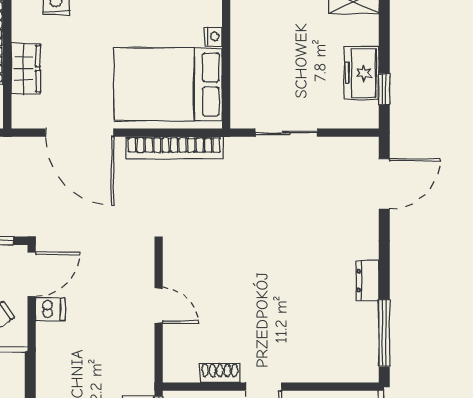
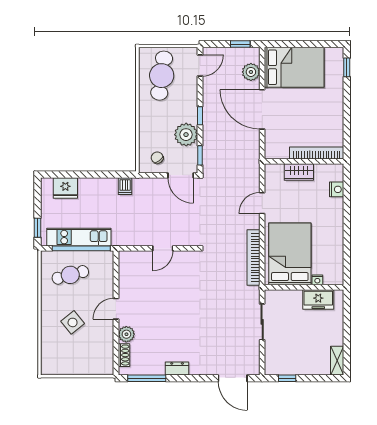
freezer: (362, 73) -> (318, 300), moved, turned 180
door: (80, 133) -> (262, 203), width x0.53
dishwasher: (50, 309) -> (125, 186), moved
plant: (308, 369) -> (126, 334), added
shoe rack: (220, 373) -> (124, 355), moved

